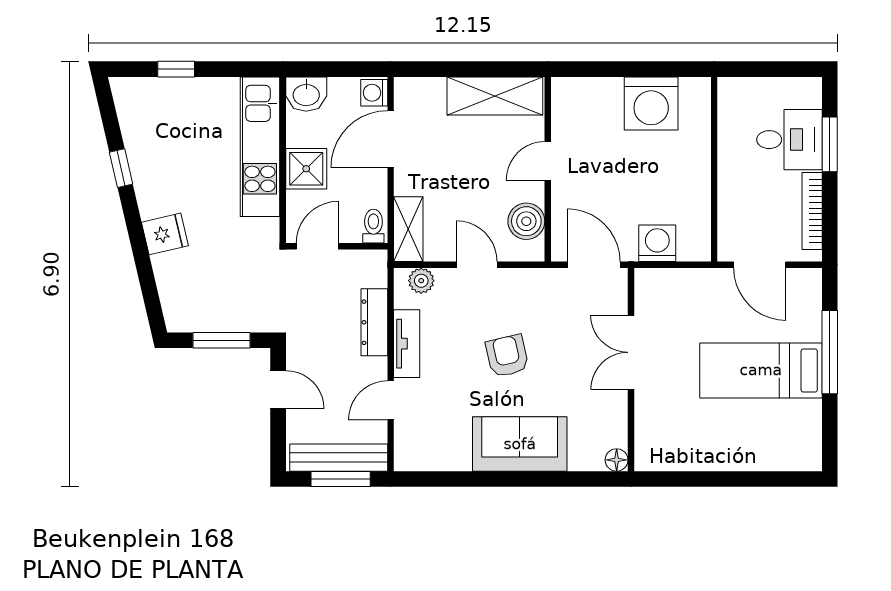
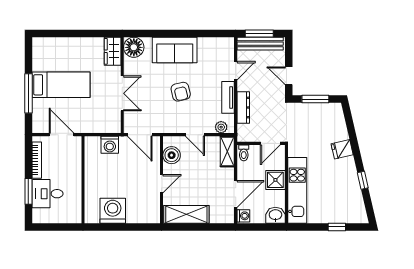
wardrobe: (651, 441) -> (113, 51), added
floor lamp: (617, 460) -> (134, 47), width x1.89, depth x1.89

